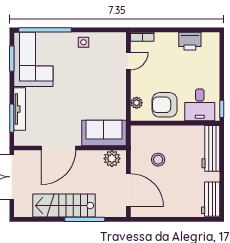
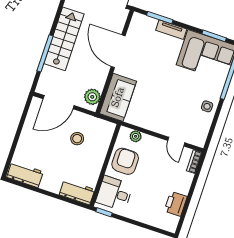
tv unit: (20, 109) -> (171, 30), width x0.71
workbench: (211, 148) -> (77, 192), width x0.73

